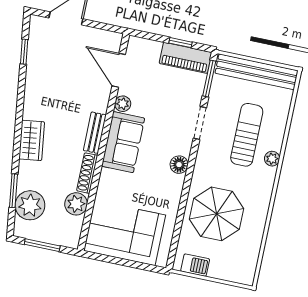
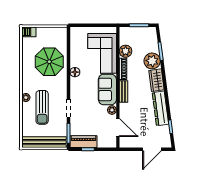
dresser: (35, 88) -> (160, 108), added
floor lamp: (179, 165) -> (75, 72), moved
plant: (30, 205) -> (152, 61), moved
corner sofa: (125, 233) -> (102, 53), moved, turned 90
barbecue: (195, 265) -> (29, 32), moved

